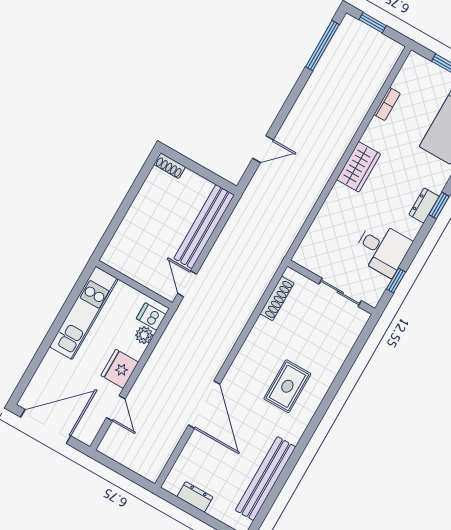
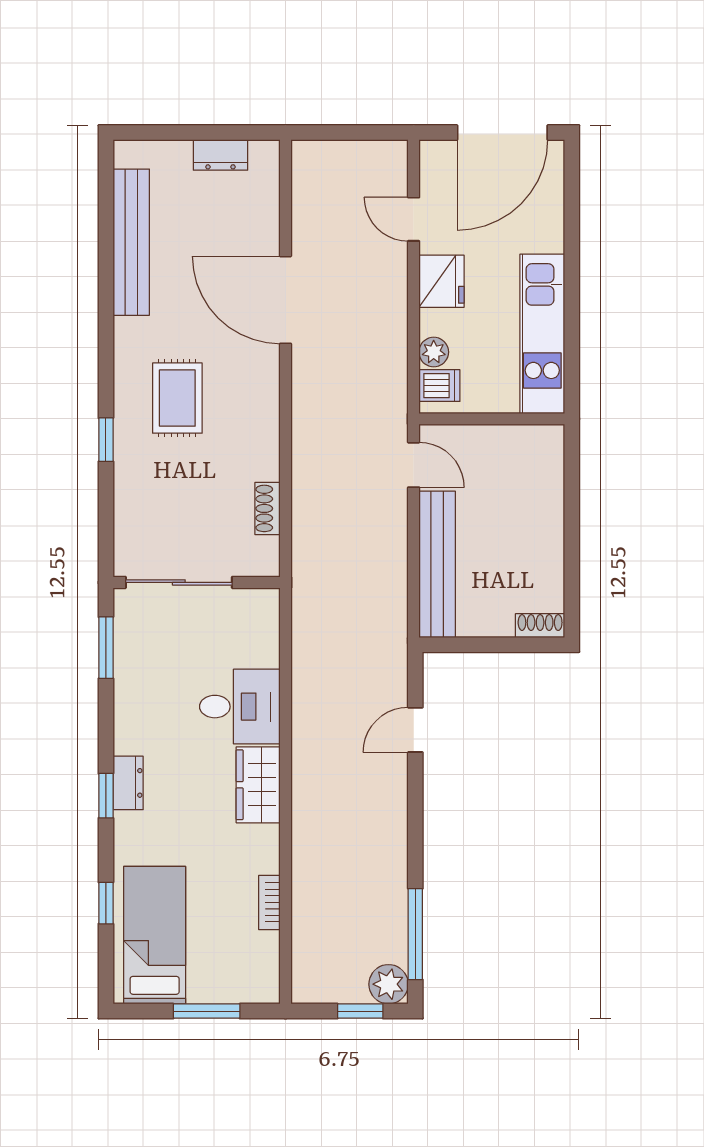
plant: (350, 28) -> (389, 984), added
desk: (382, 249) -> (240, 707), moved, turned 180
window: (396, 280) -> (106, 648), width x1.50
sliding door: (340, 292) -> (179, 582), width x1.37
shoe rack: (277, 298) -> (268, 508), width x0.70
window: (336, 386) -> (106, 440), added

